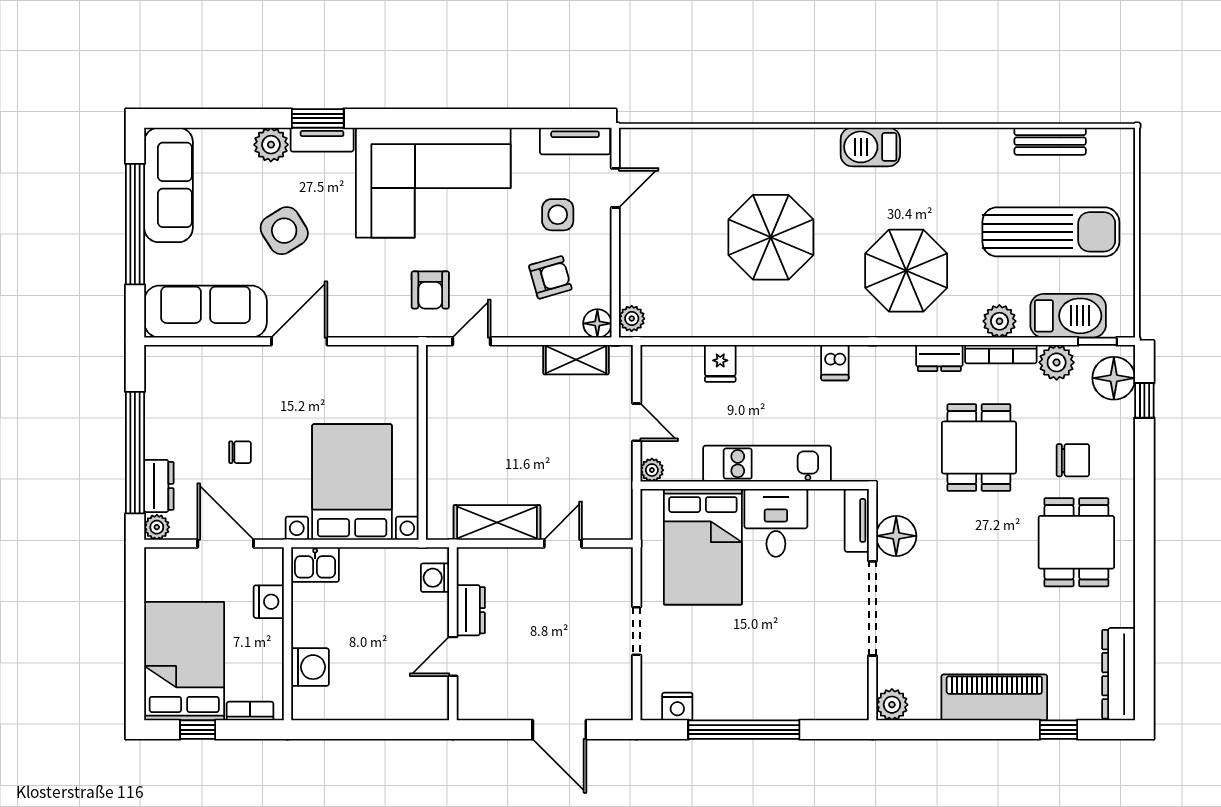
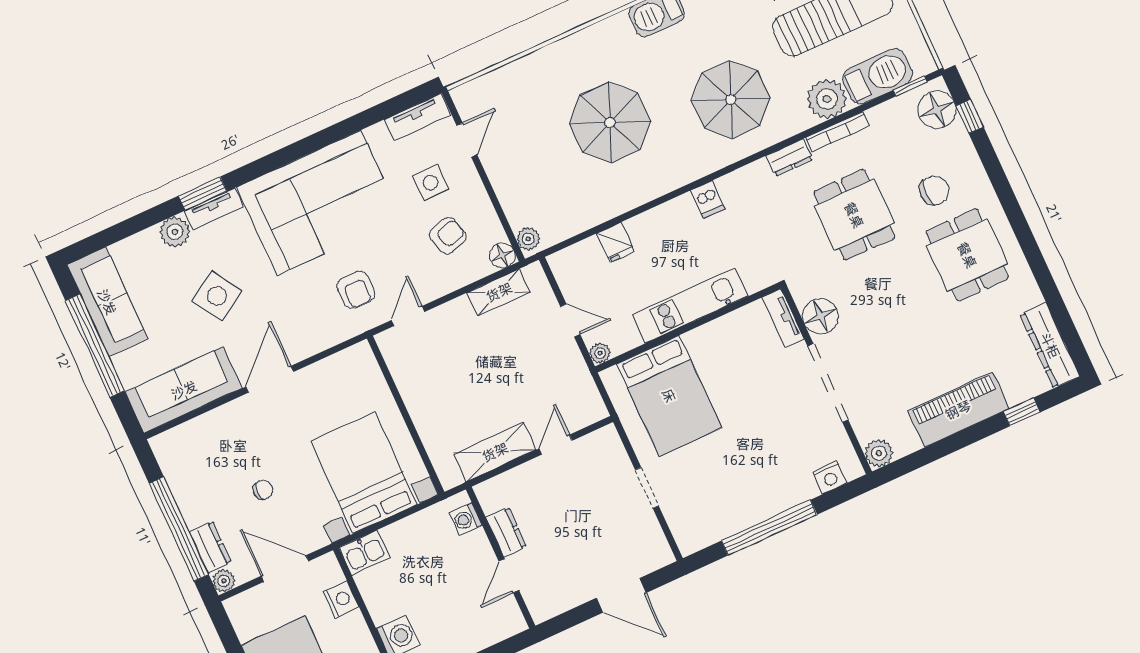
plant: (999, 321) -> (827, 99), width x1.36, depth x1.36
plant: (1057, 362) -> (885, 118), removed
desk: (776, 523) -> (719, 350), removed
nightstand: (677, 707) -> (830, 477), moved

